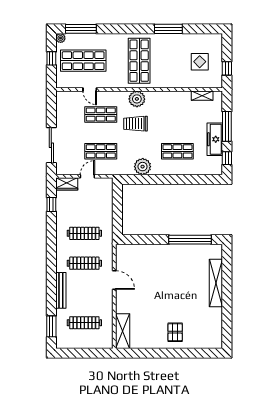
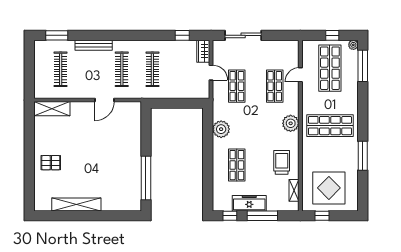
display table: (200, 62) -> (329, 188), width x1.86, depth x1.86
trolley: (136, 124) -> (282, 162), moved
shelving: (216, 283) -> (76, 204), moved

